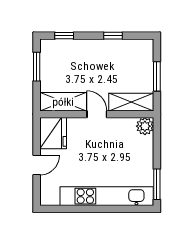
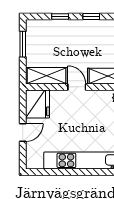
window: (64, 36) -> (60, 16), moved

